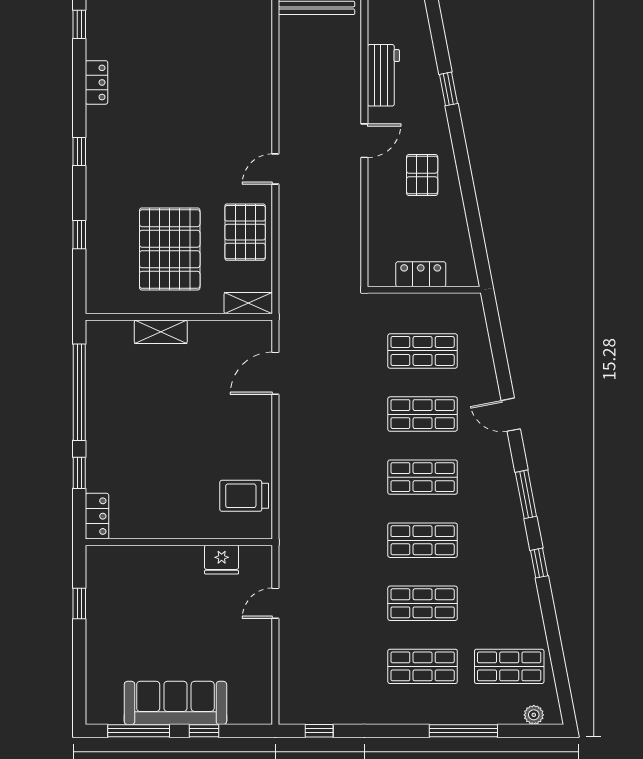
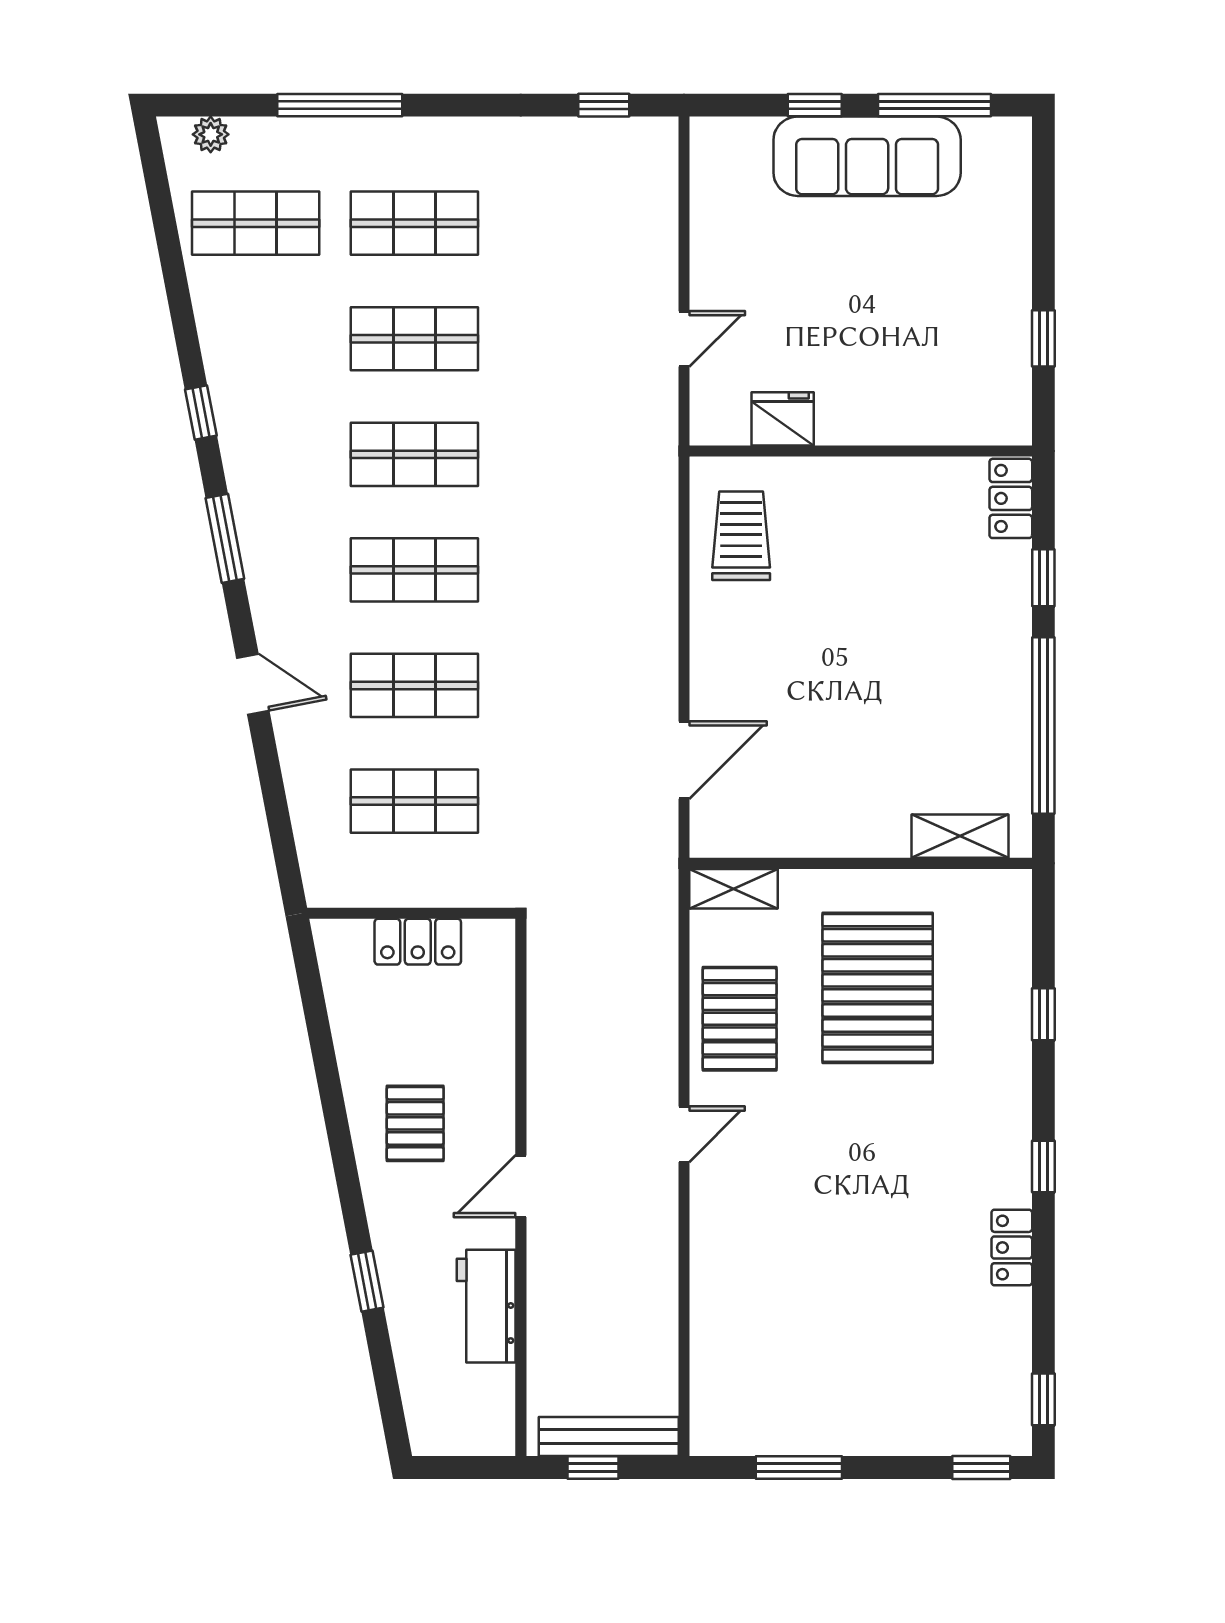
locker: (96, 82) -> (1012, 1248), moved
shelving: (161, 332) -> (960, 836), moved
trolley: (244, 496) -> (741, 536), turned -90

